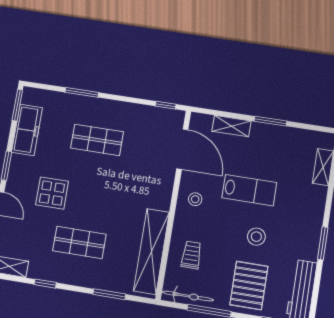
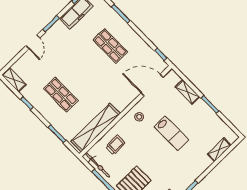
door: (182, 149) -> (152, 85), swing flipped
display table: (52, 193) -> (65, 57), removed
stool: (256, 237) -> (157, 160), removed

